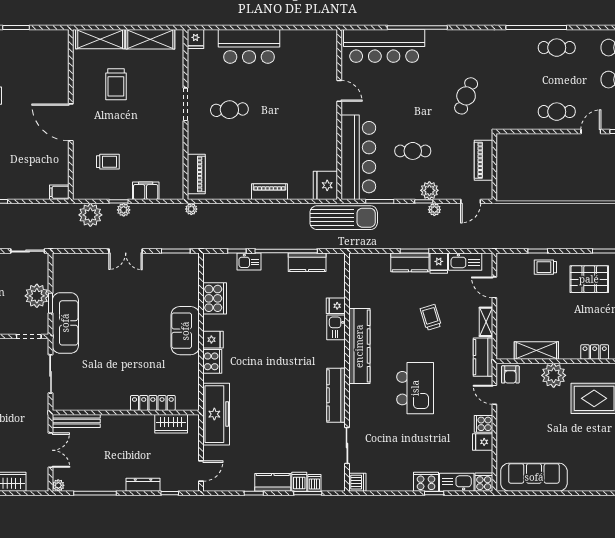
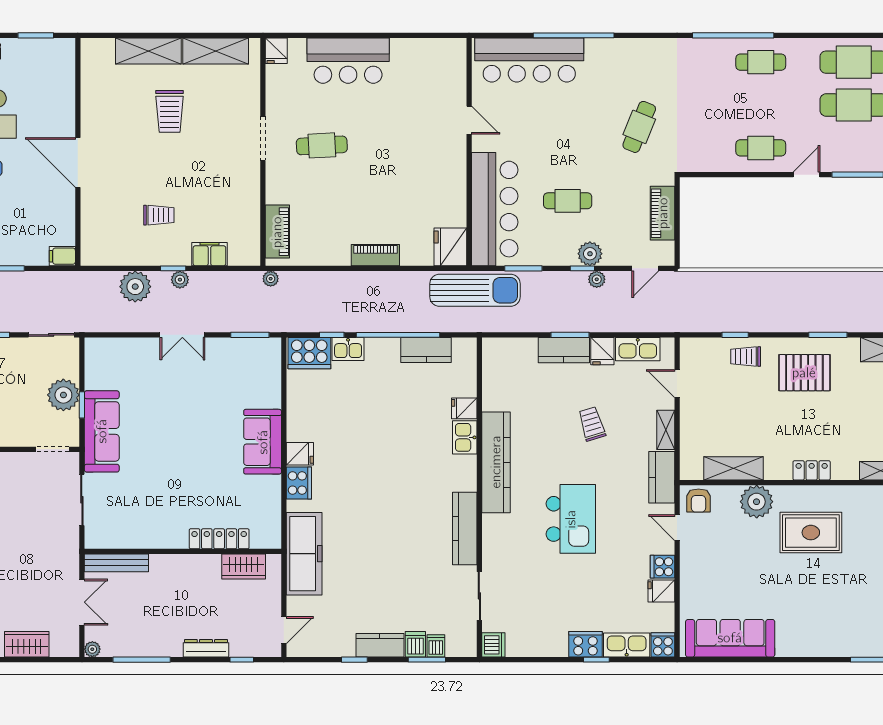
wall: (71, 114) -> (78, 152), moved
door: (71, 122) -> (78, 162), moved
filing cabinet: (59, 192) -> (62, 256), moved
cooker: (215, 298) -> (309, 353), moved, turned 90

